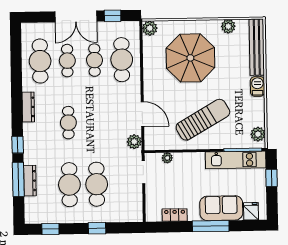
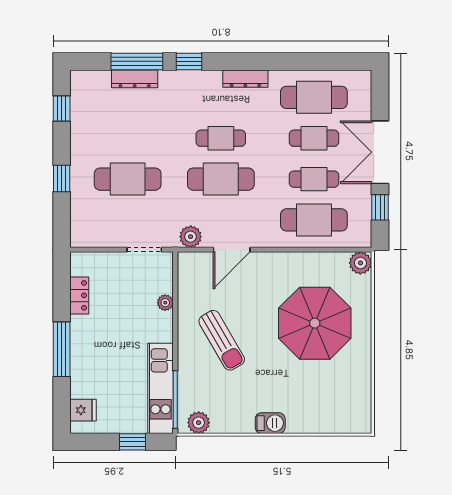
plant: (228, 26) -> (361, 381), removed
bench: (257, 47) -> (329, 423), removed
sun lounger: (203, 120) -> (222, 340), width x0.73, depth x0.75
plant: (167, 158) -> (165, 303), moved
cafe table: (69, 185) -> (221, 179), moved
sofa: (221, 208) -> (88, 365), removed

